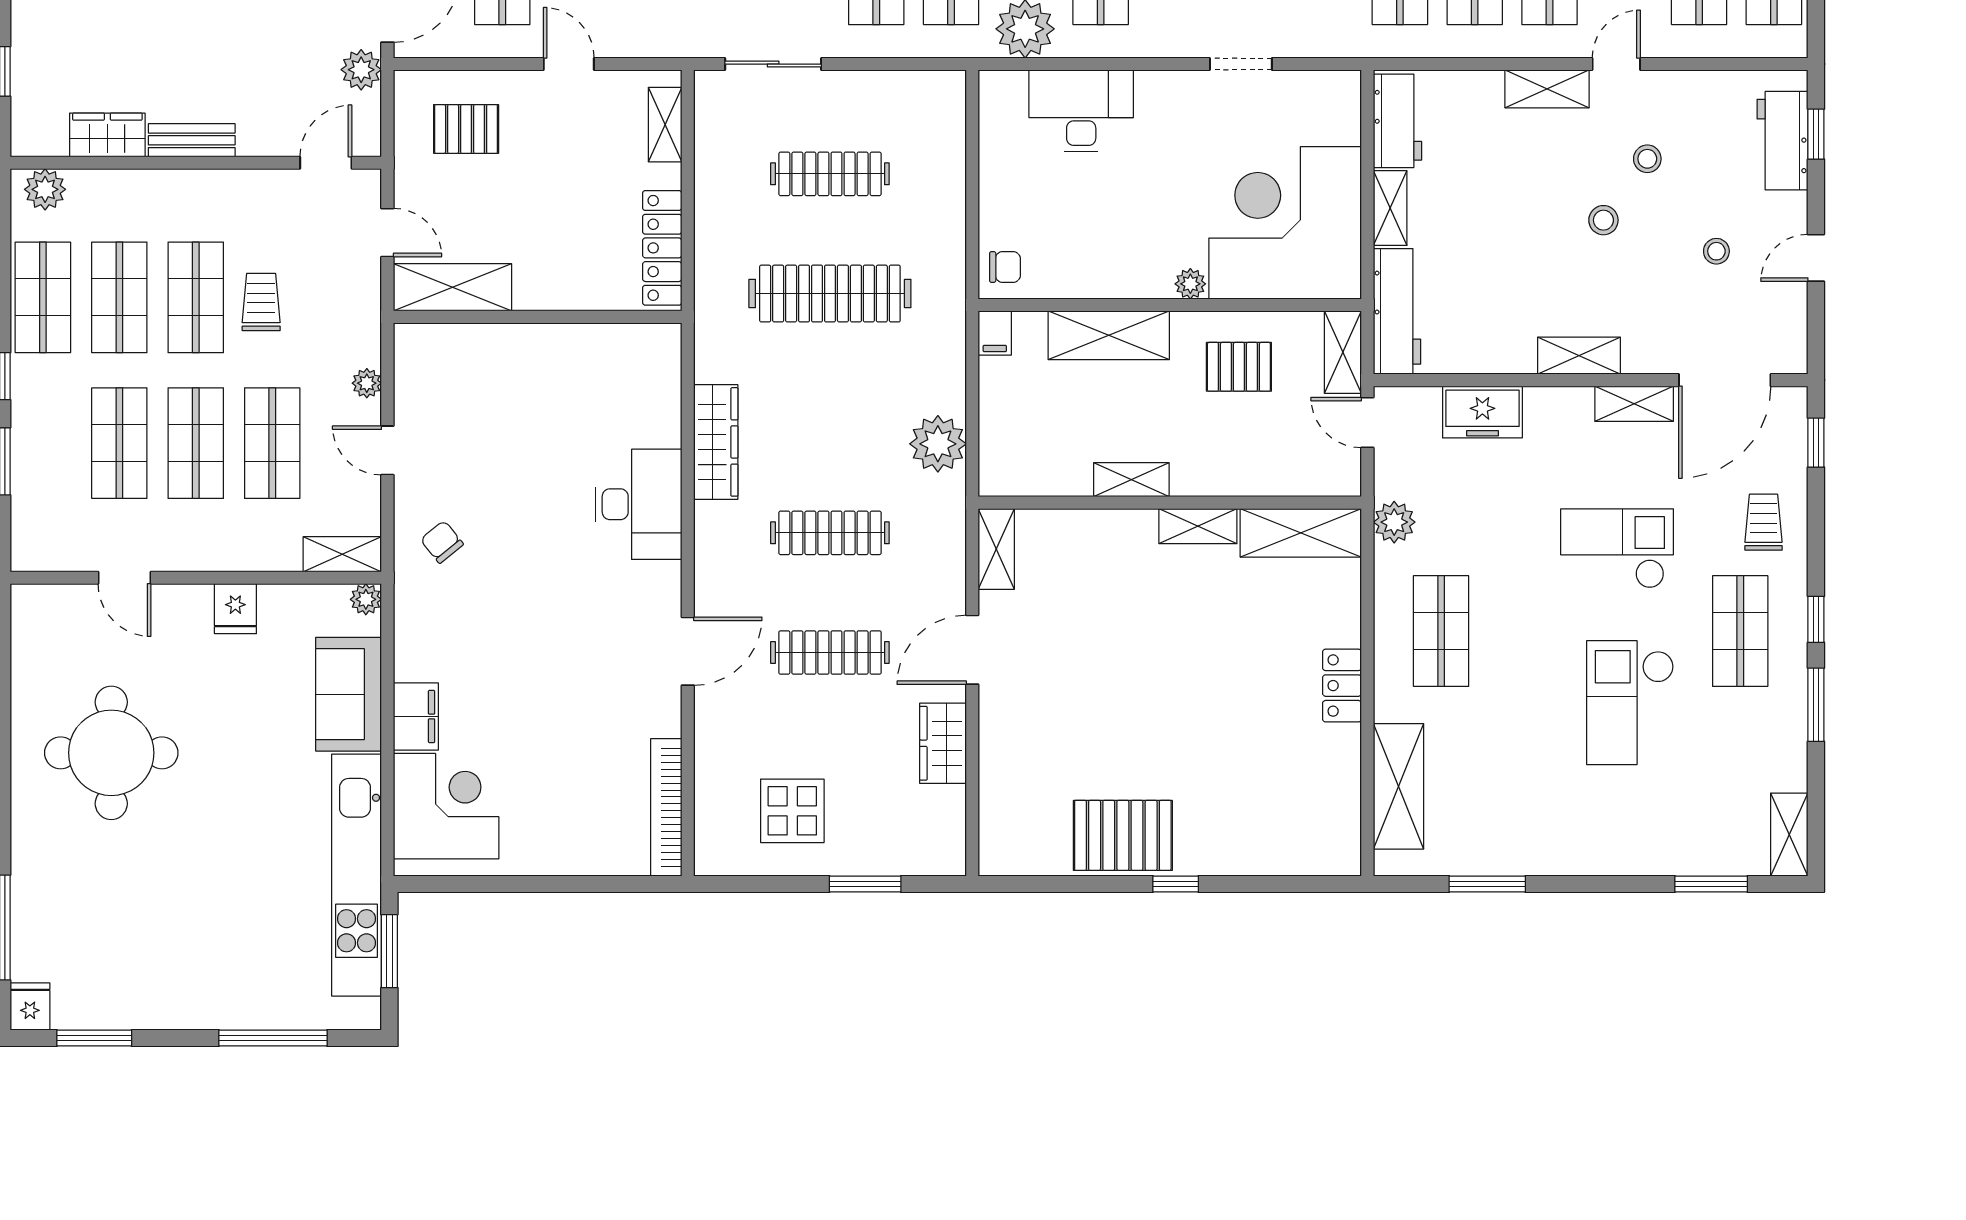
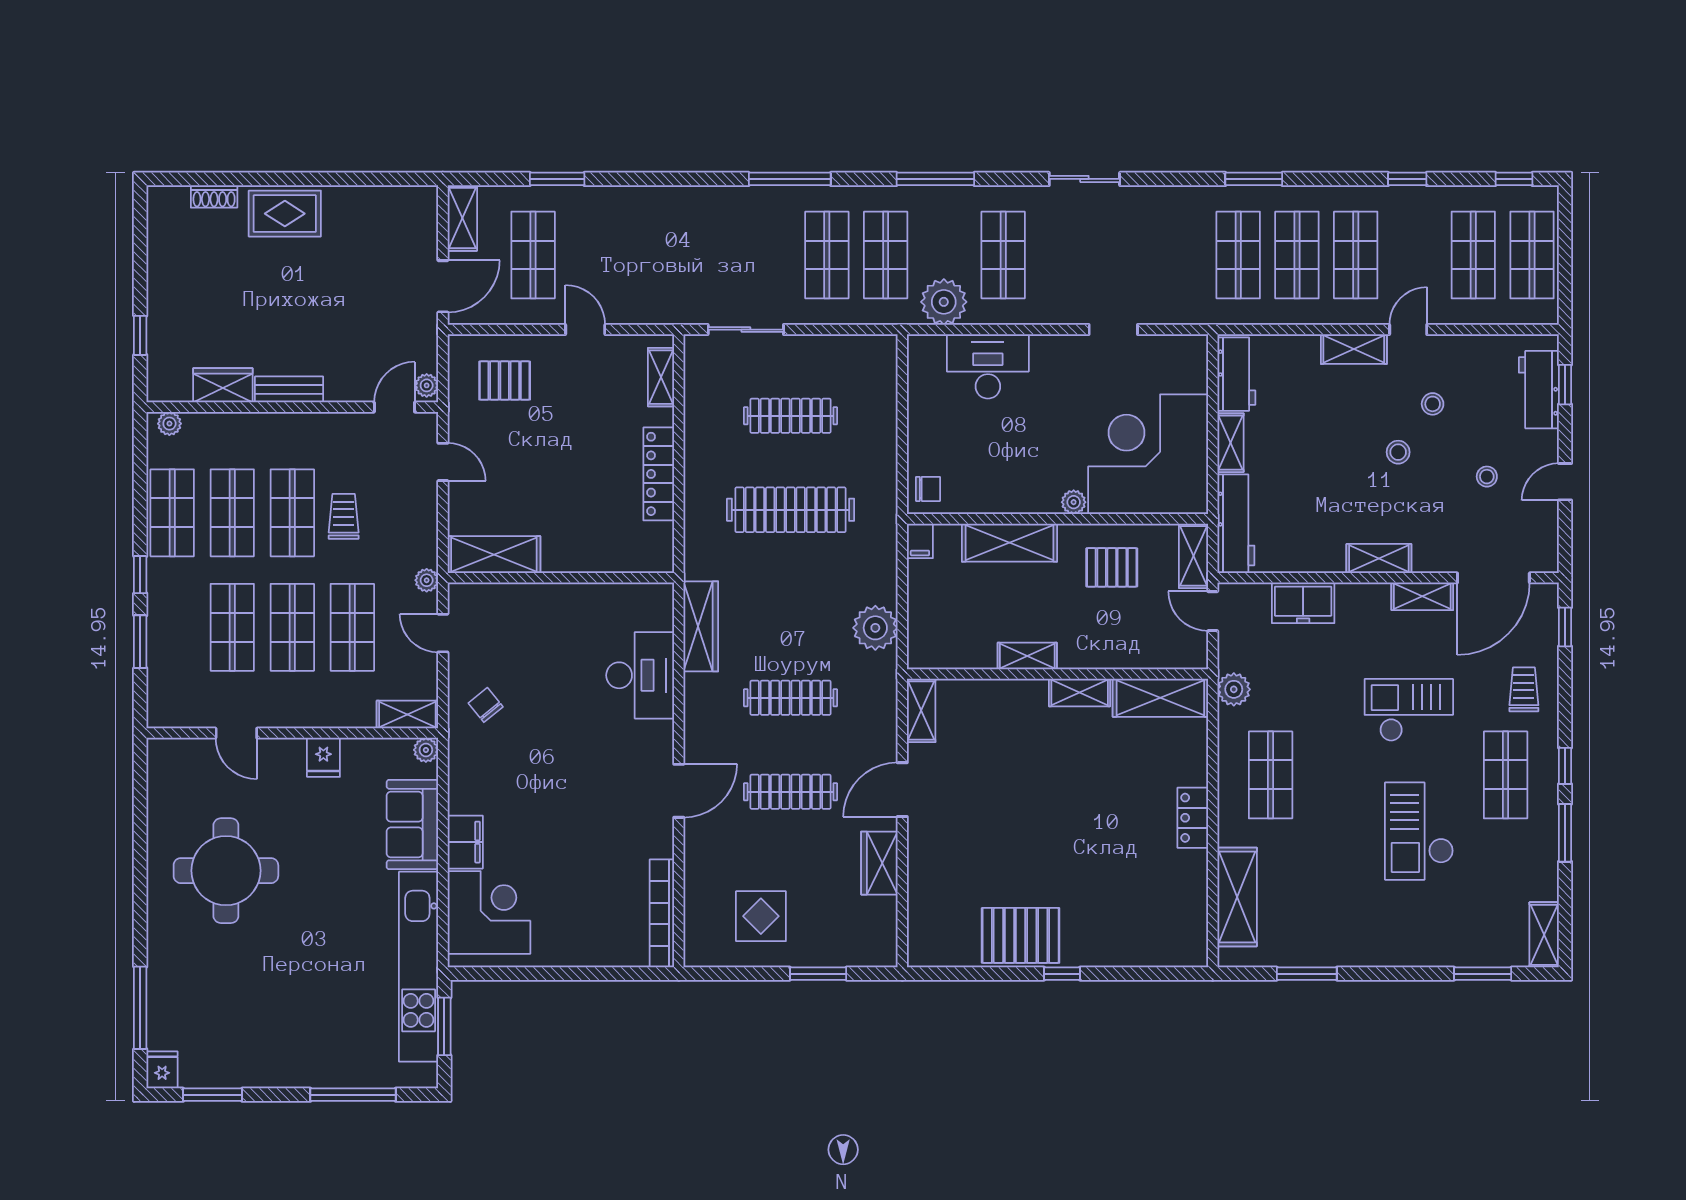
plant: (361, 70) -> (427, 385), moved, width x0.73, depth x0.73
plant: (45, 189) -> (169, 424), width x0.73, depth x0.73
shelving: (452, 287) -> (494, 555), moved
wall: (538, 317) -> (561, 578), moved

